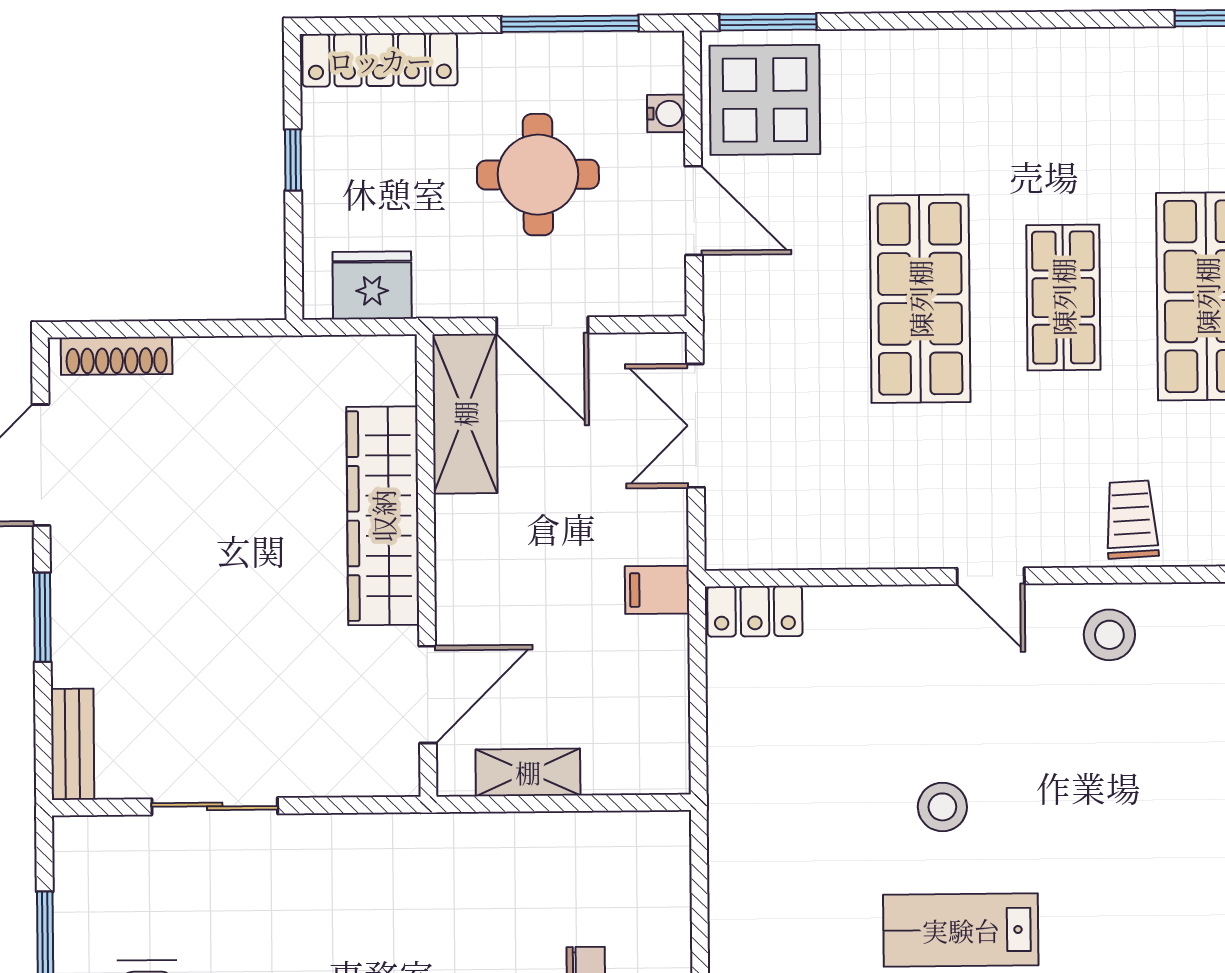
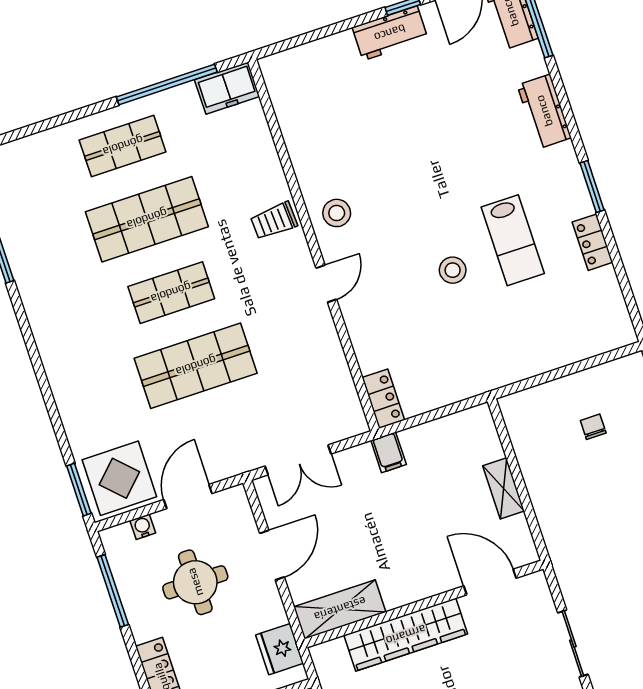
shelving: (465, 414) -> (340, 609), moved
wardrobe: (383, 516) -> (406, 635), moved
wall: (426, 565) -> (424, 604), moved
door: (428, 695) -> (490, 582), moved

